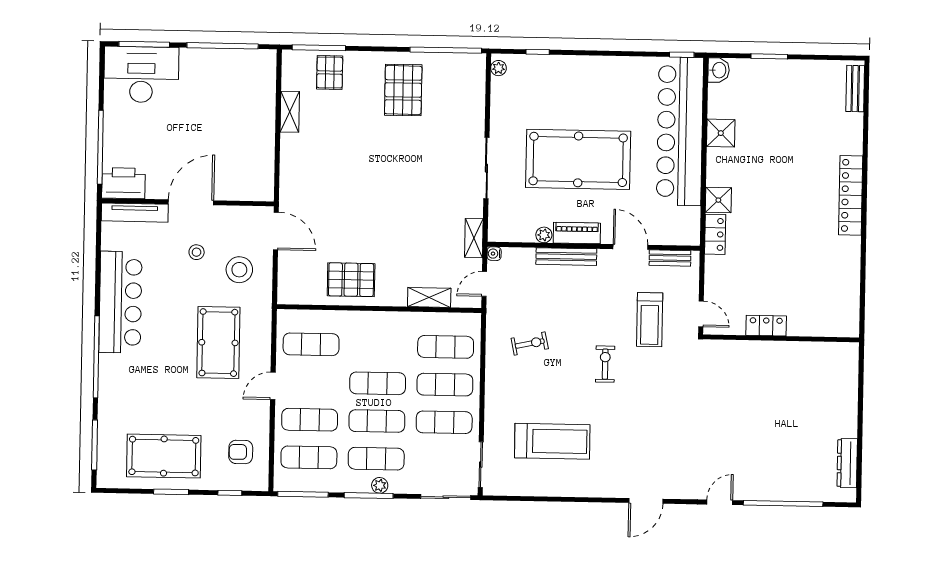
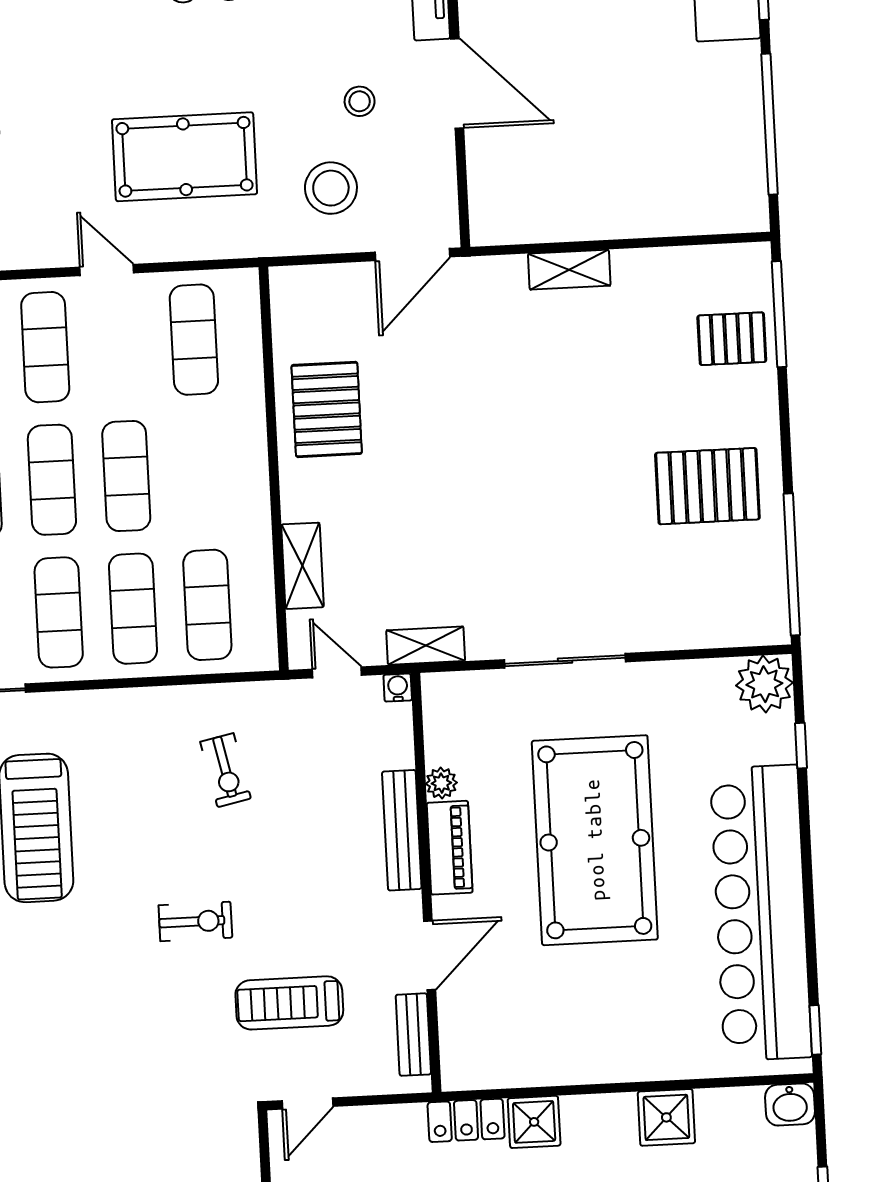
plant: (499, 68) -> (764, 684), width x1.87, depth x1.87
shelving: (290, 112) -> (569, 270), moved
bar counter: (680, 131) -> (761, 913), moved, turned -90

